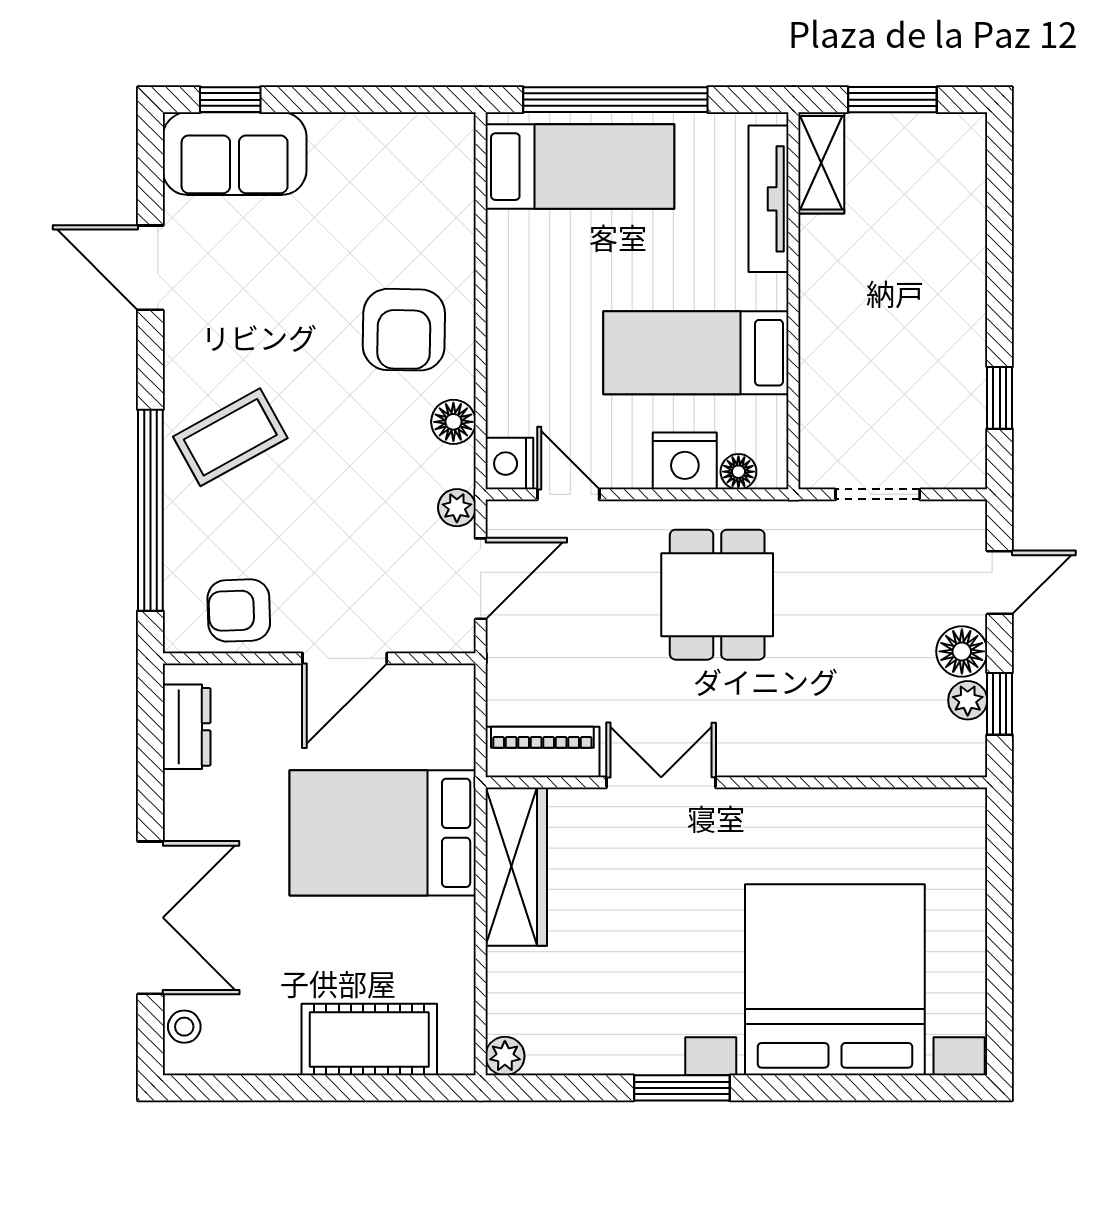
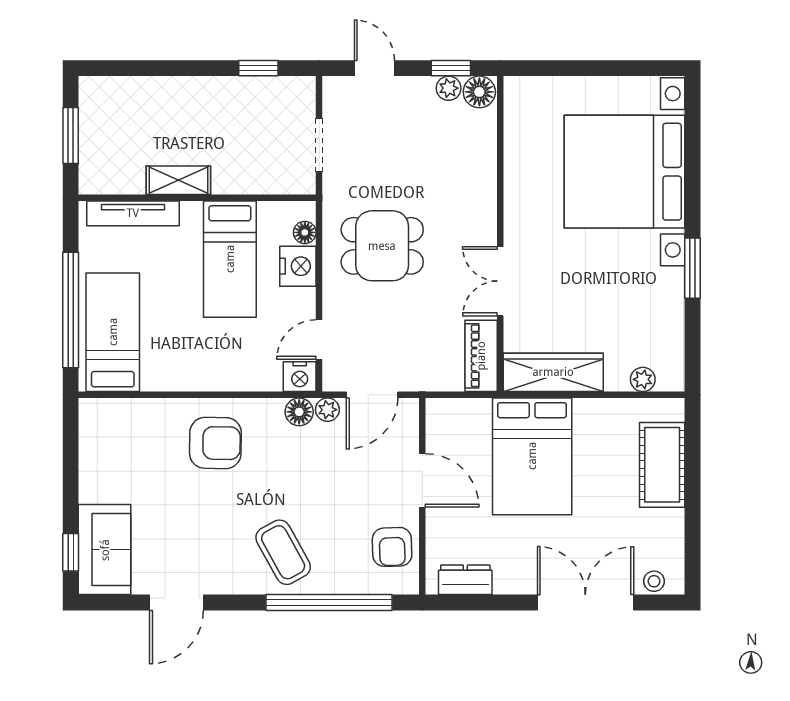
shelving: (821, 163) -> (178, 180), moved
floor lamp: (453, 422) -> (299, 412), moved
door: (481, 579) -> (372, 395), swing flipped
floor lamp: (962, 651) -> (479, 92), moved
plant: (505, 1056) -> (643, 379), moved

